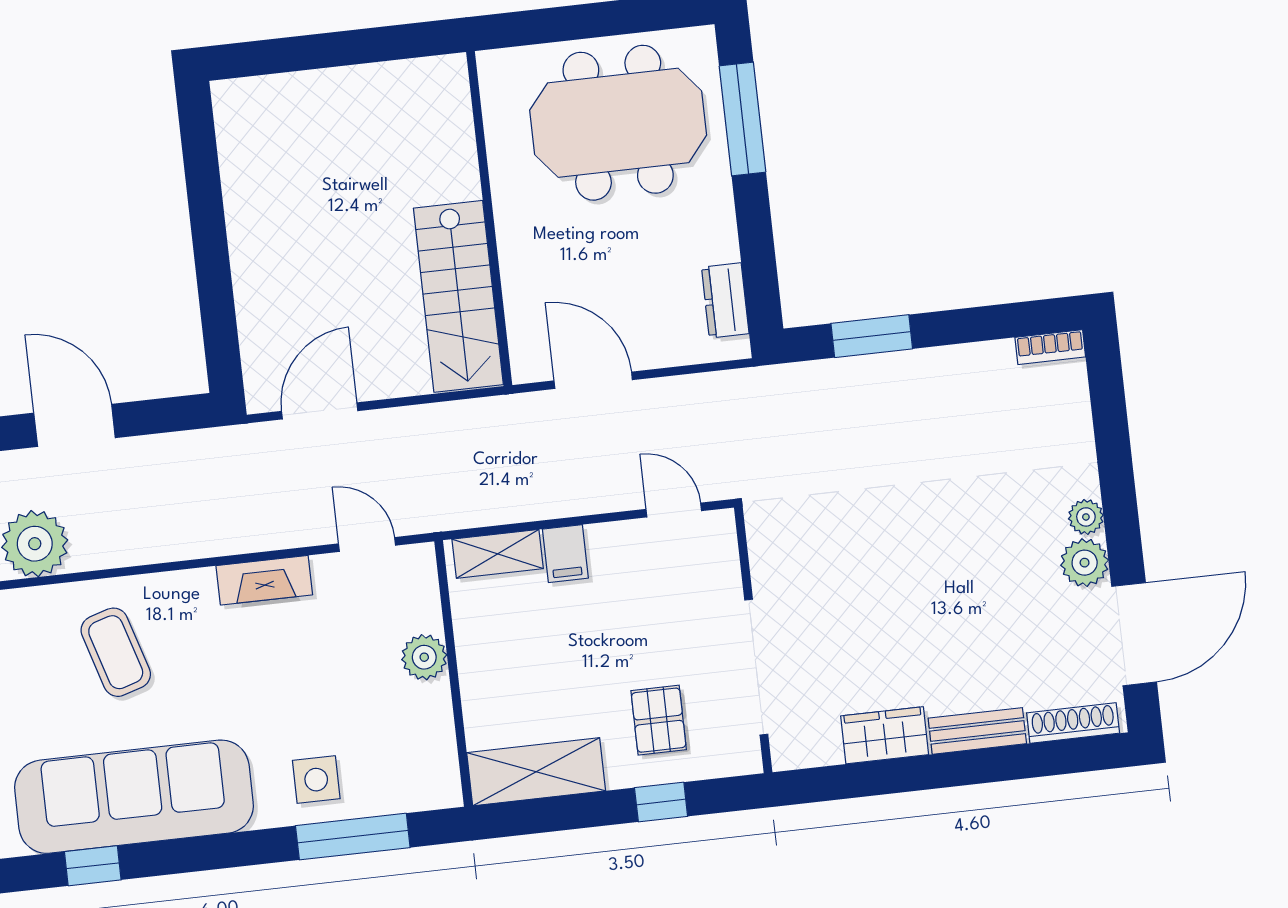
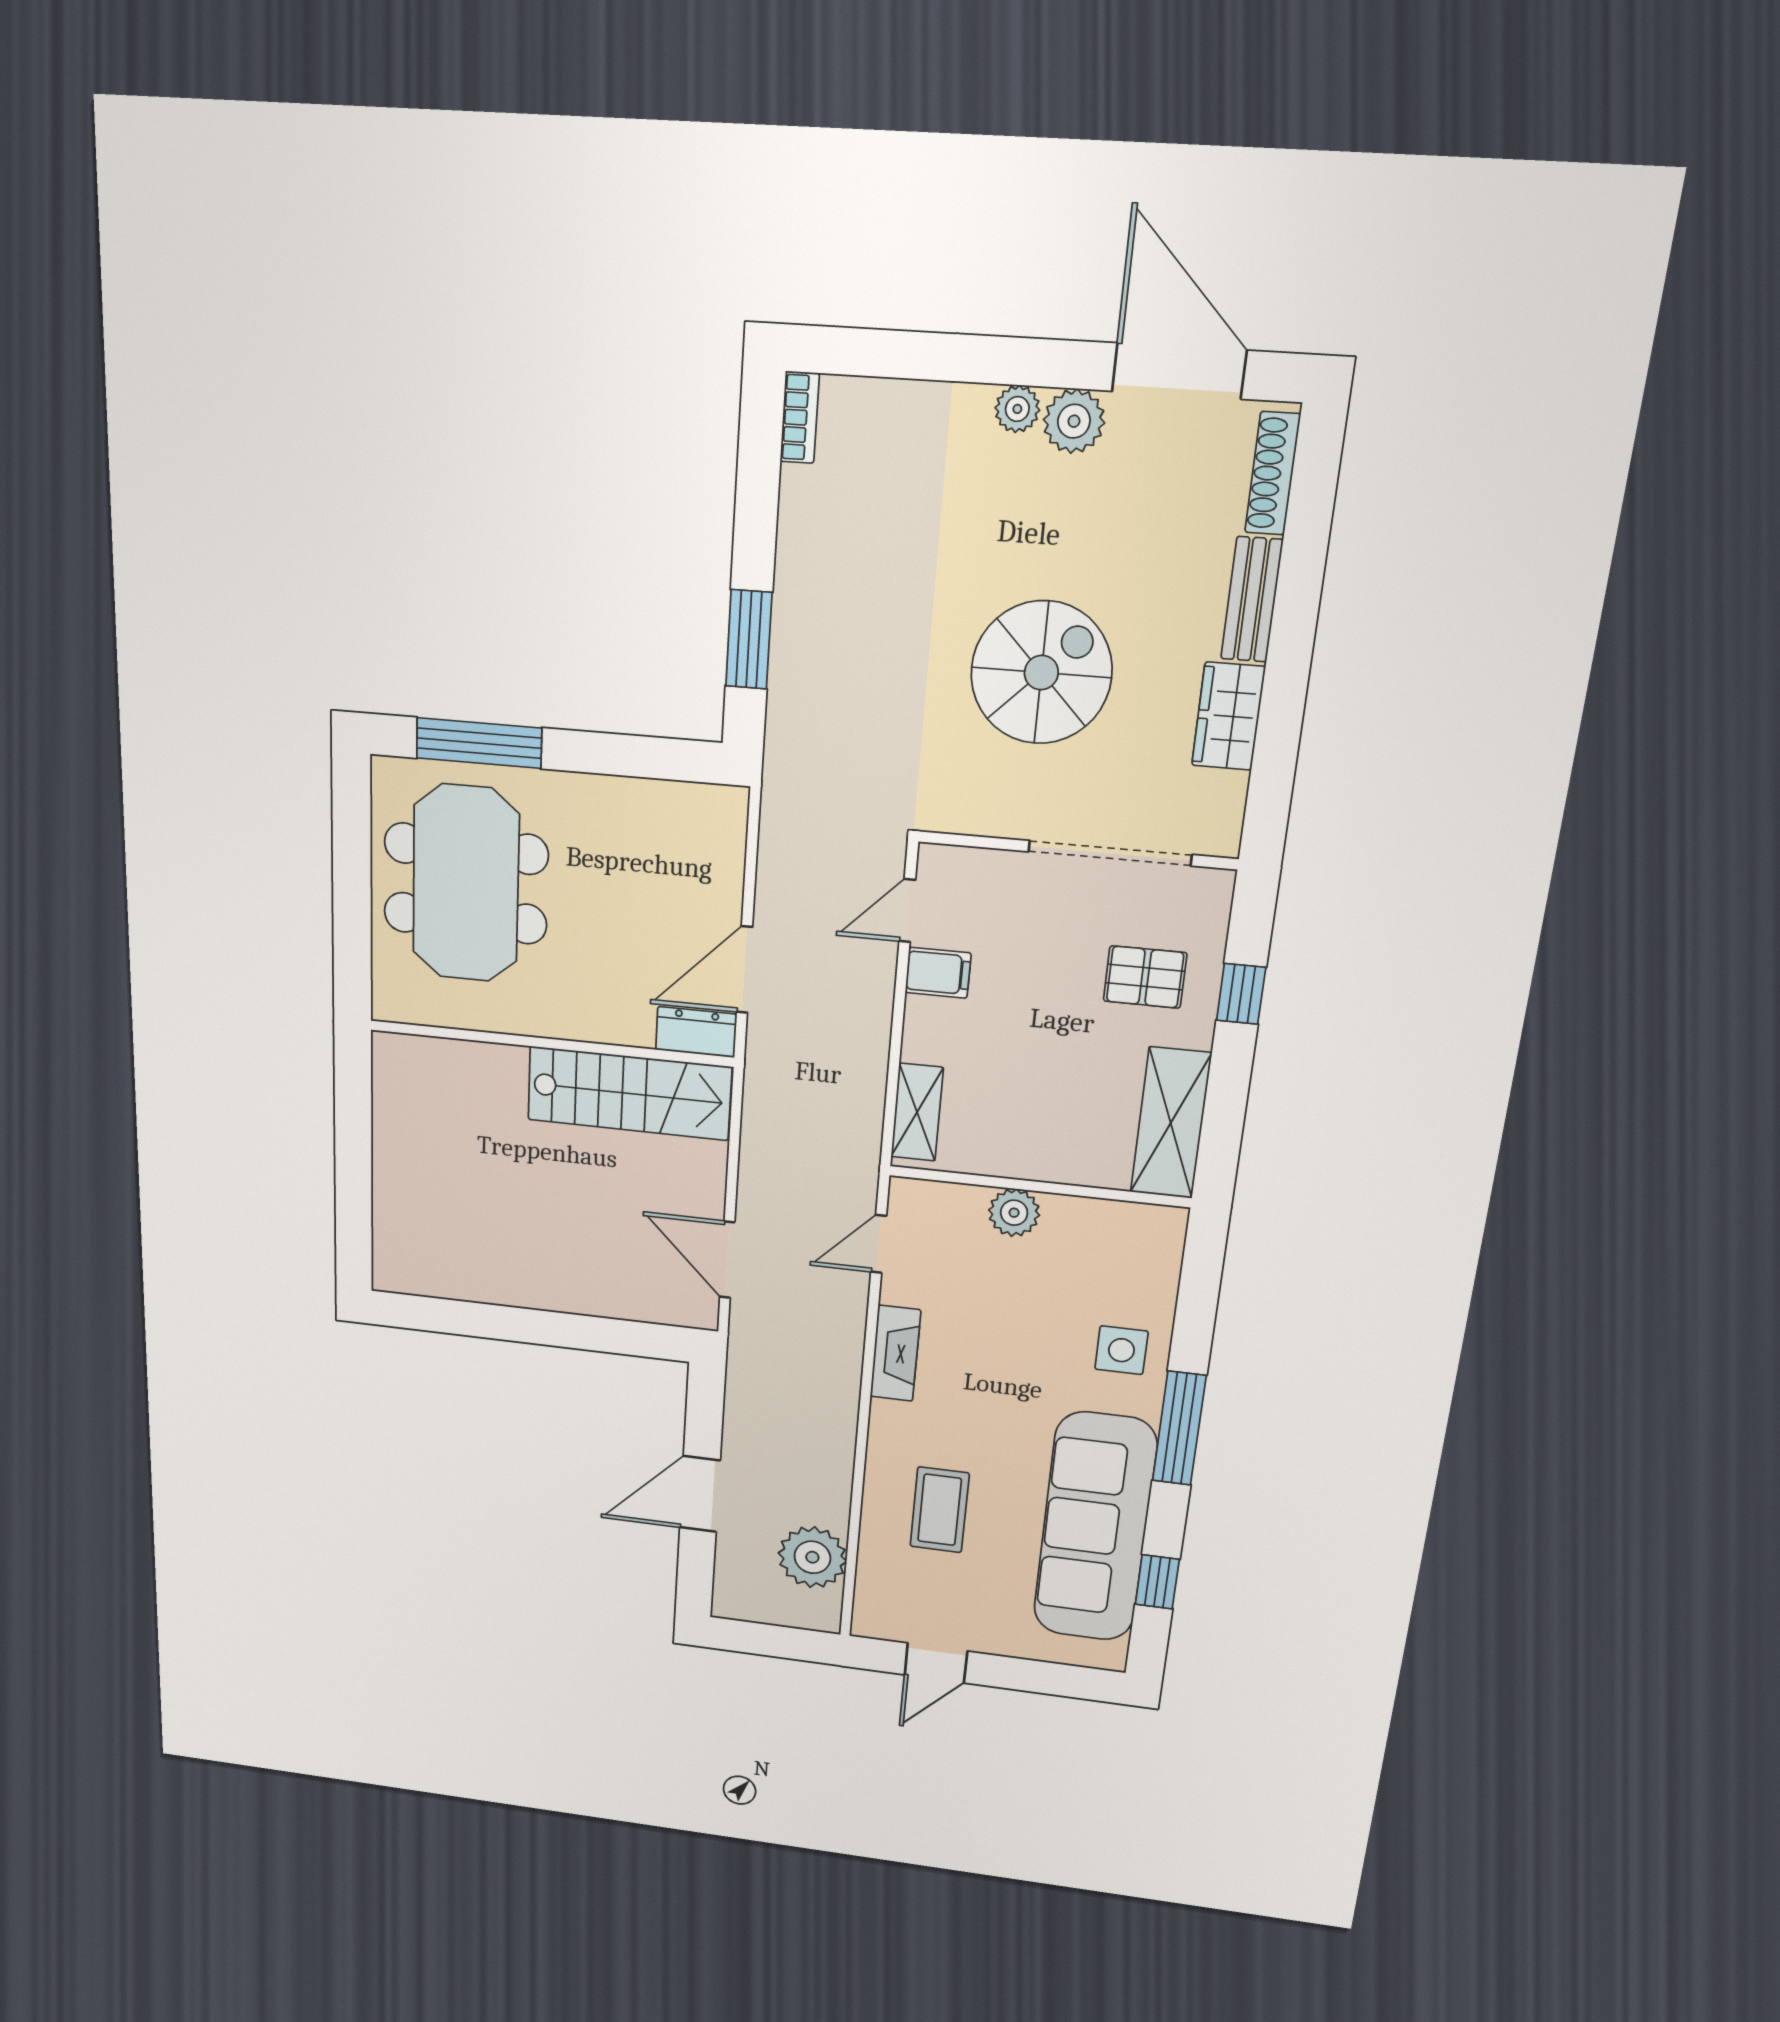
dresser: (725, 300) -> (696, 1032), moved, turned 180
filing cabinet: (565, 554) -> (938, 973), moved
spiral stairs: (890, 579) -> (1041, 673), added
coffee table: (116, 652) -> (940, 1510), turned -73
window: (353, 837) -> (1179, 1428), moved

